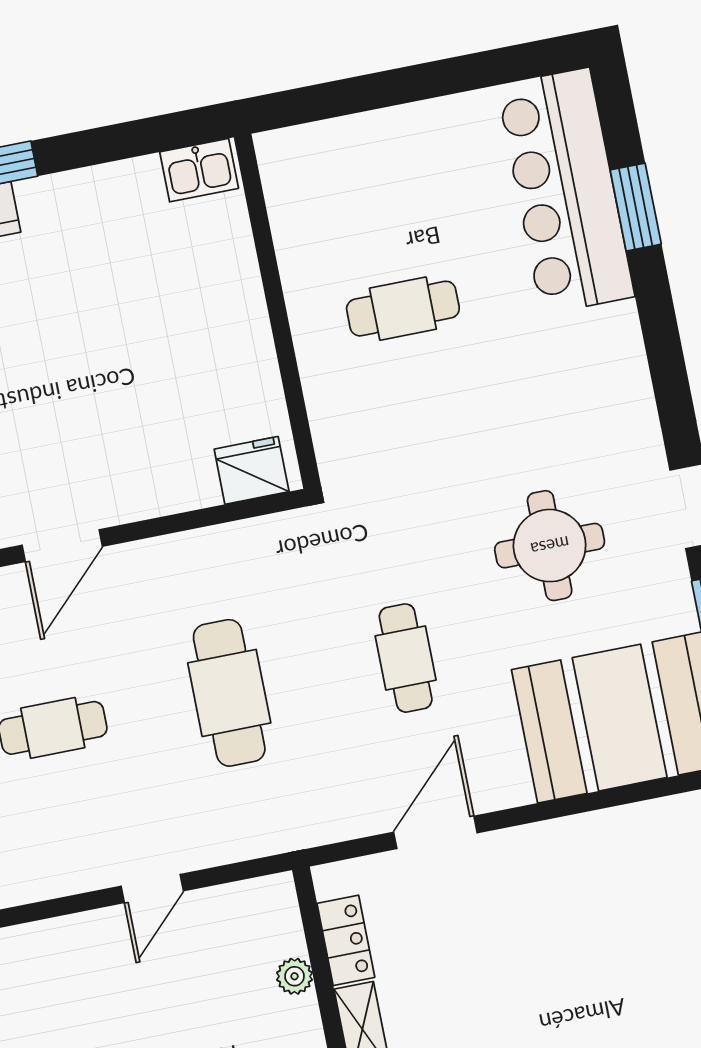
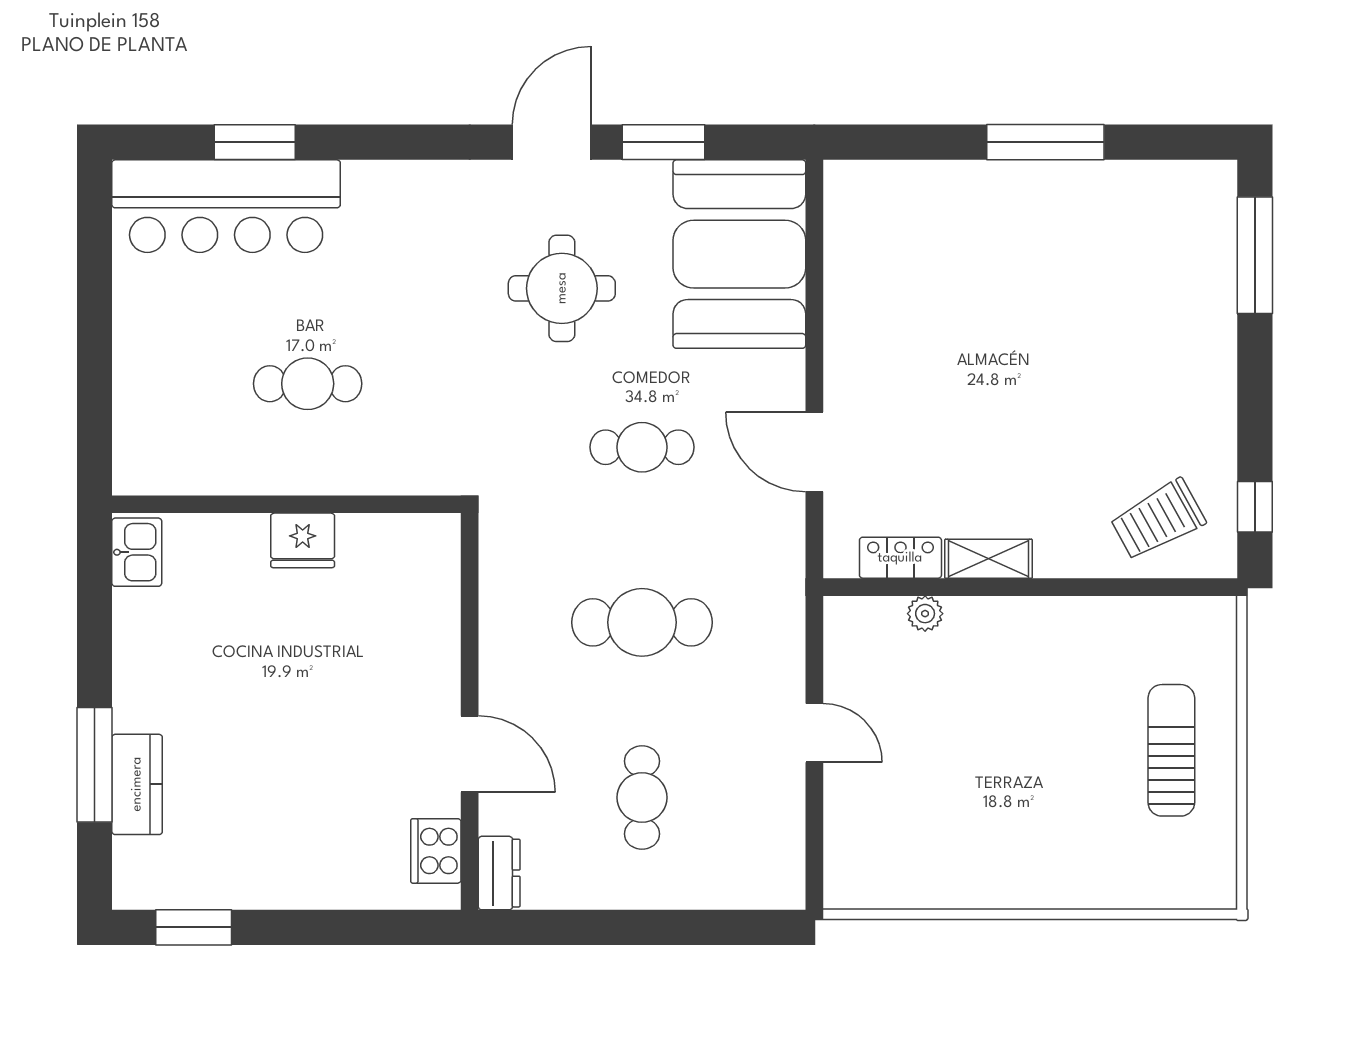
cafe table: (403, 309) -> (308, 384), turned 90
fridge: (252, 470) -> (303, 540), moved, turned -90

